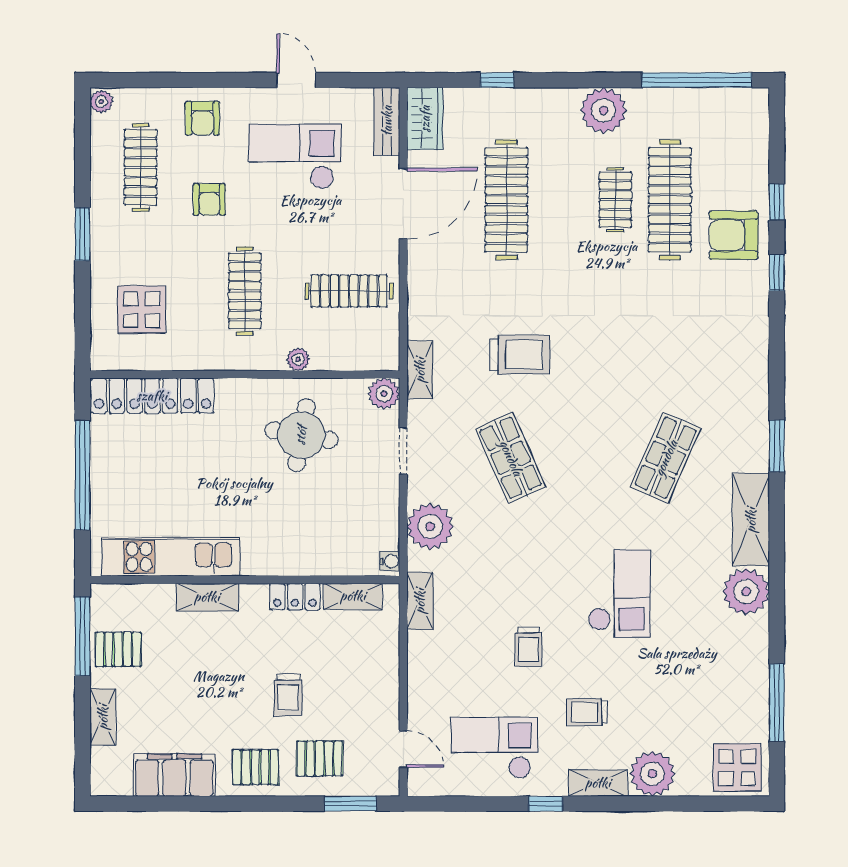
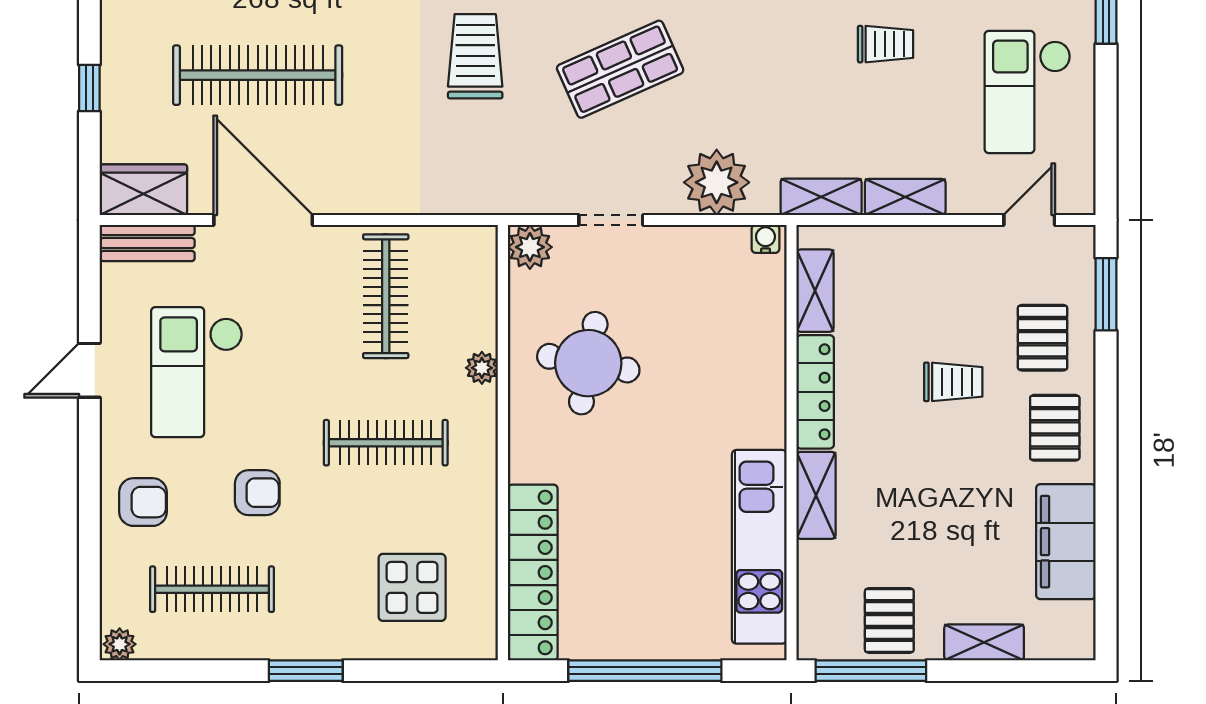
shelving: (420, 370) -> (905, 197), moved
locker: (295, 597) -> (815, 392), width x1.53

